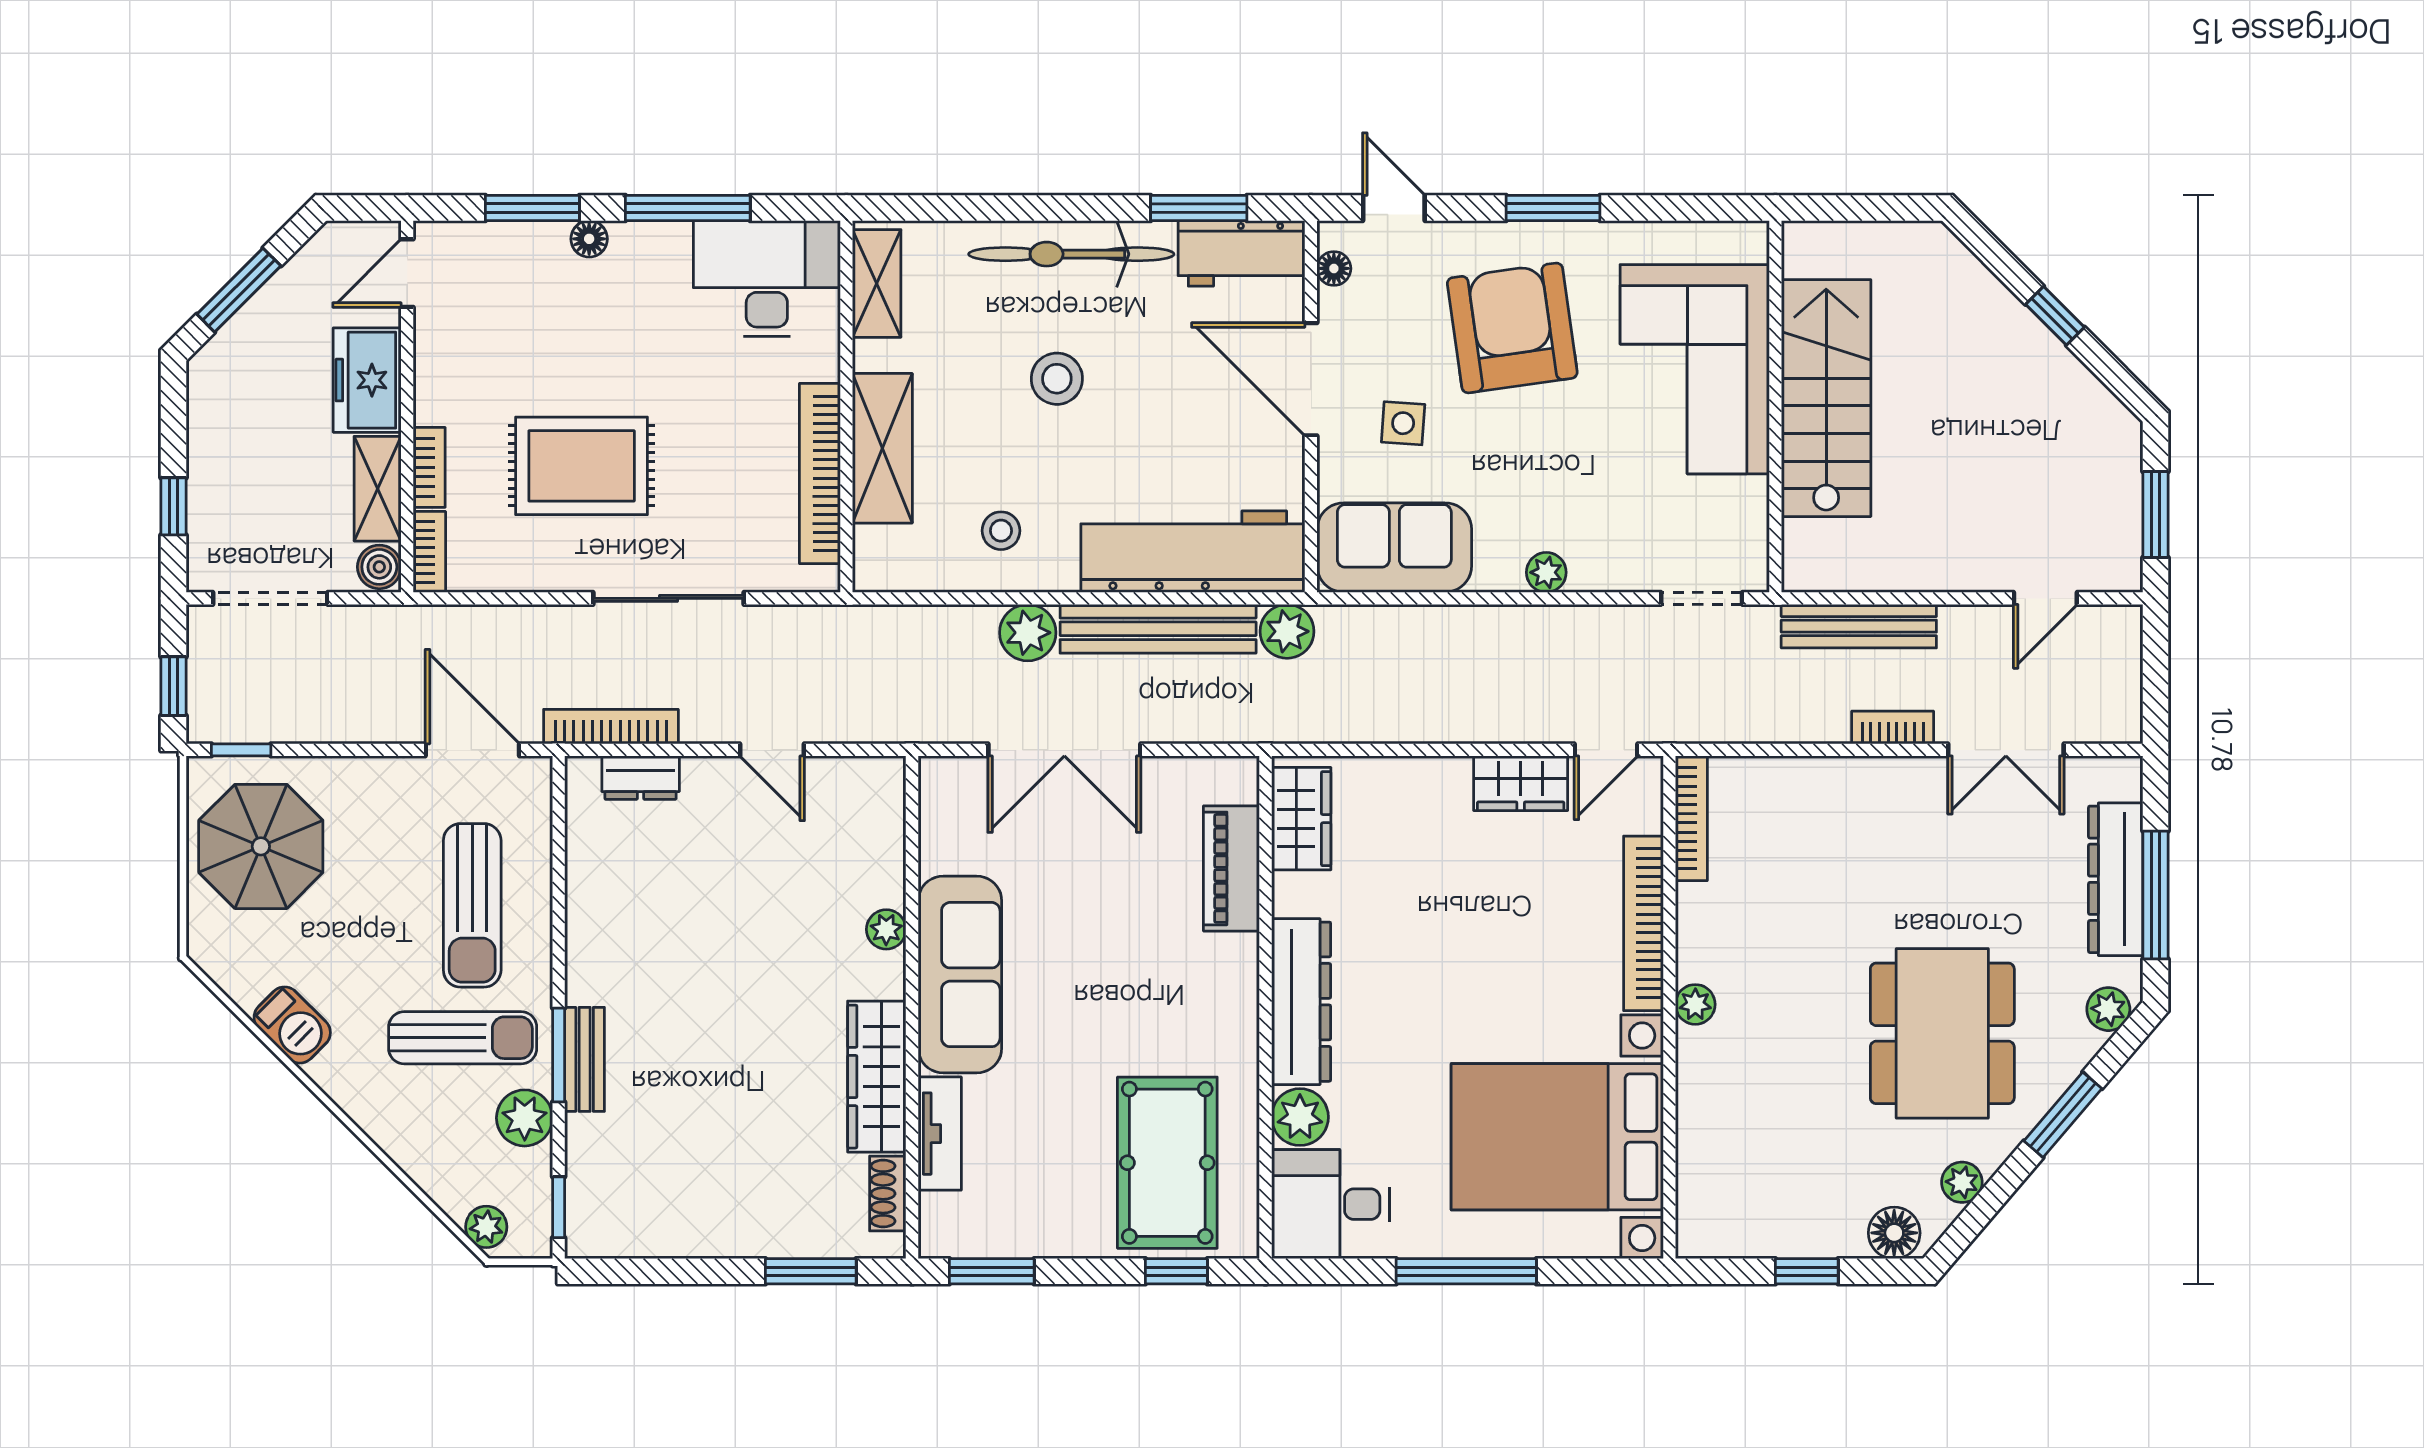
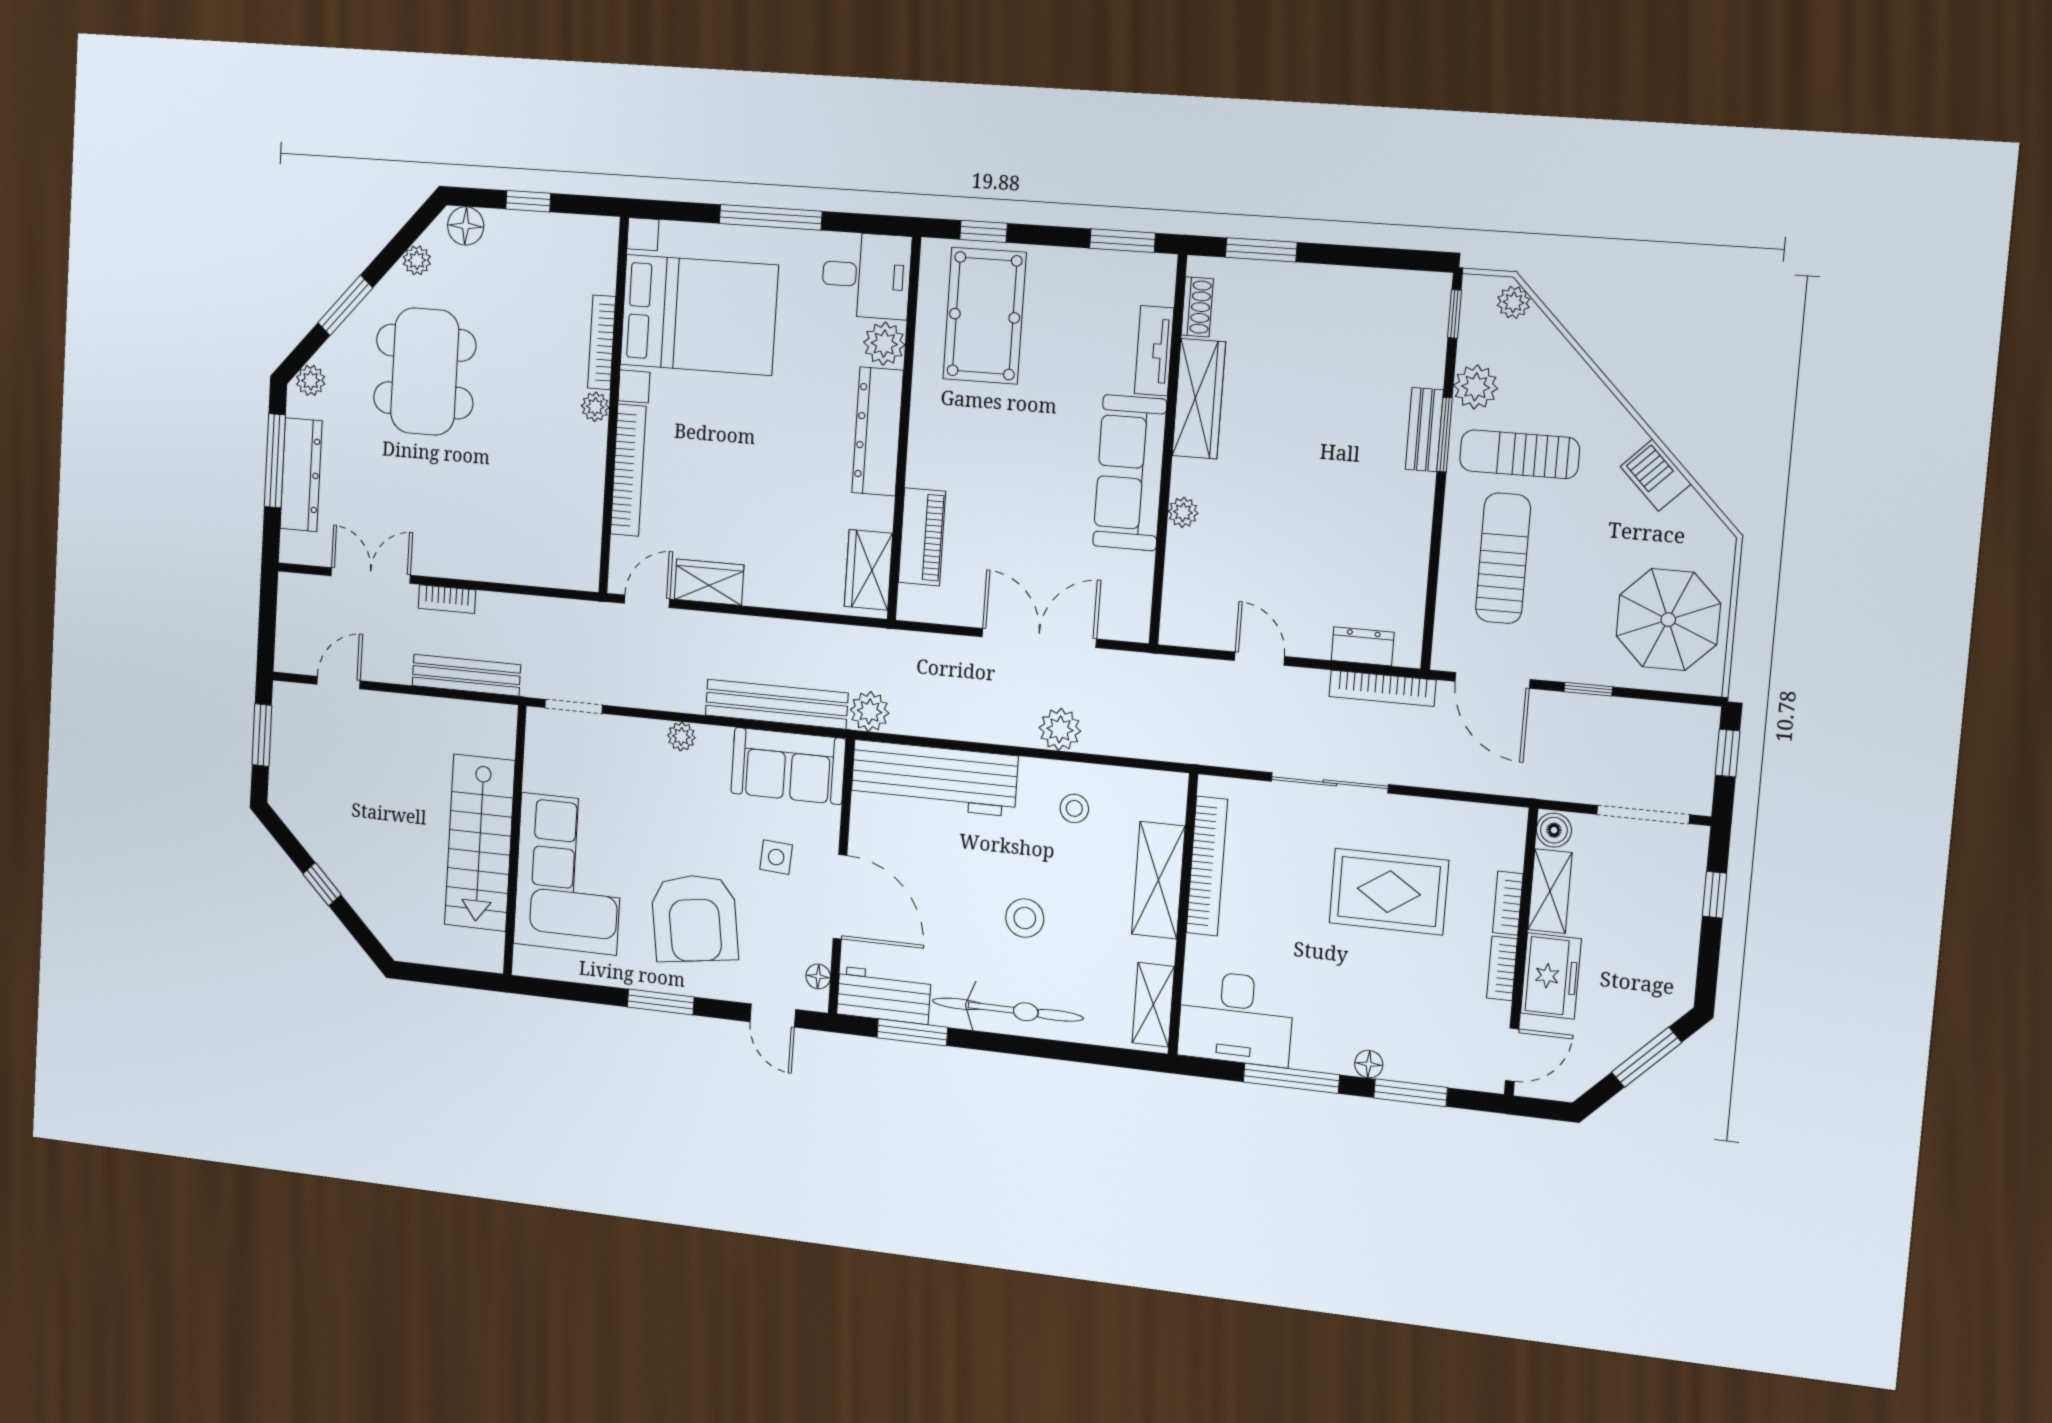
bookcase: (429, 552) -> (1502, 968), moved
bench: (1158, 629) -> (777, 704), moved
window: (241, 750) -> (1588, 689), moved
bookcase: (1691, 818) -> (602, 342), moved

